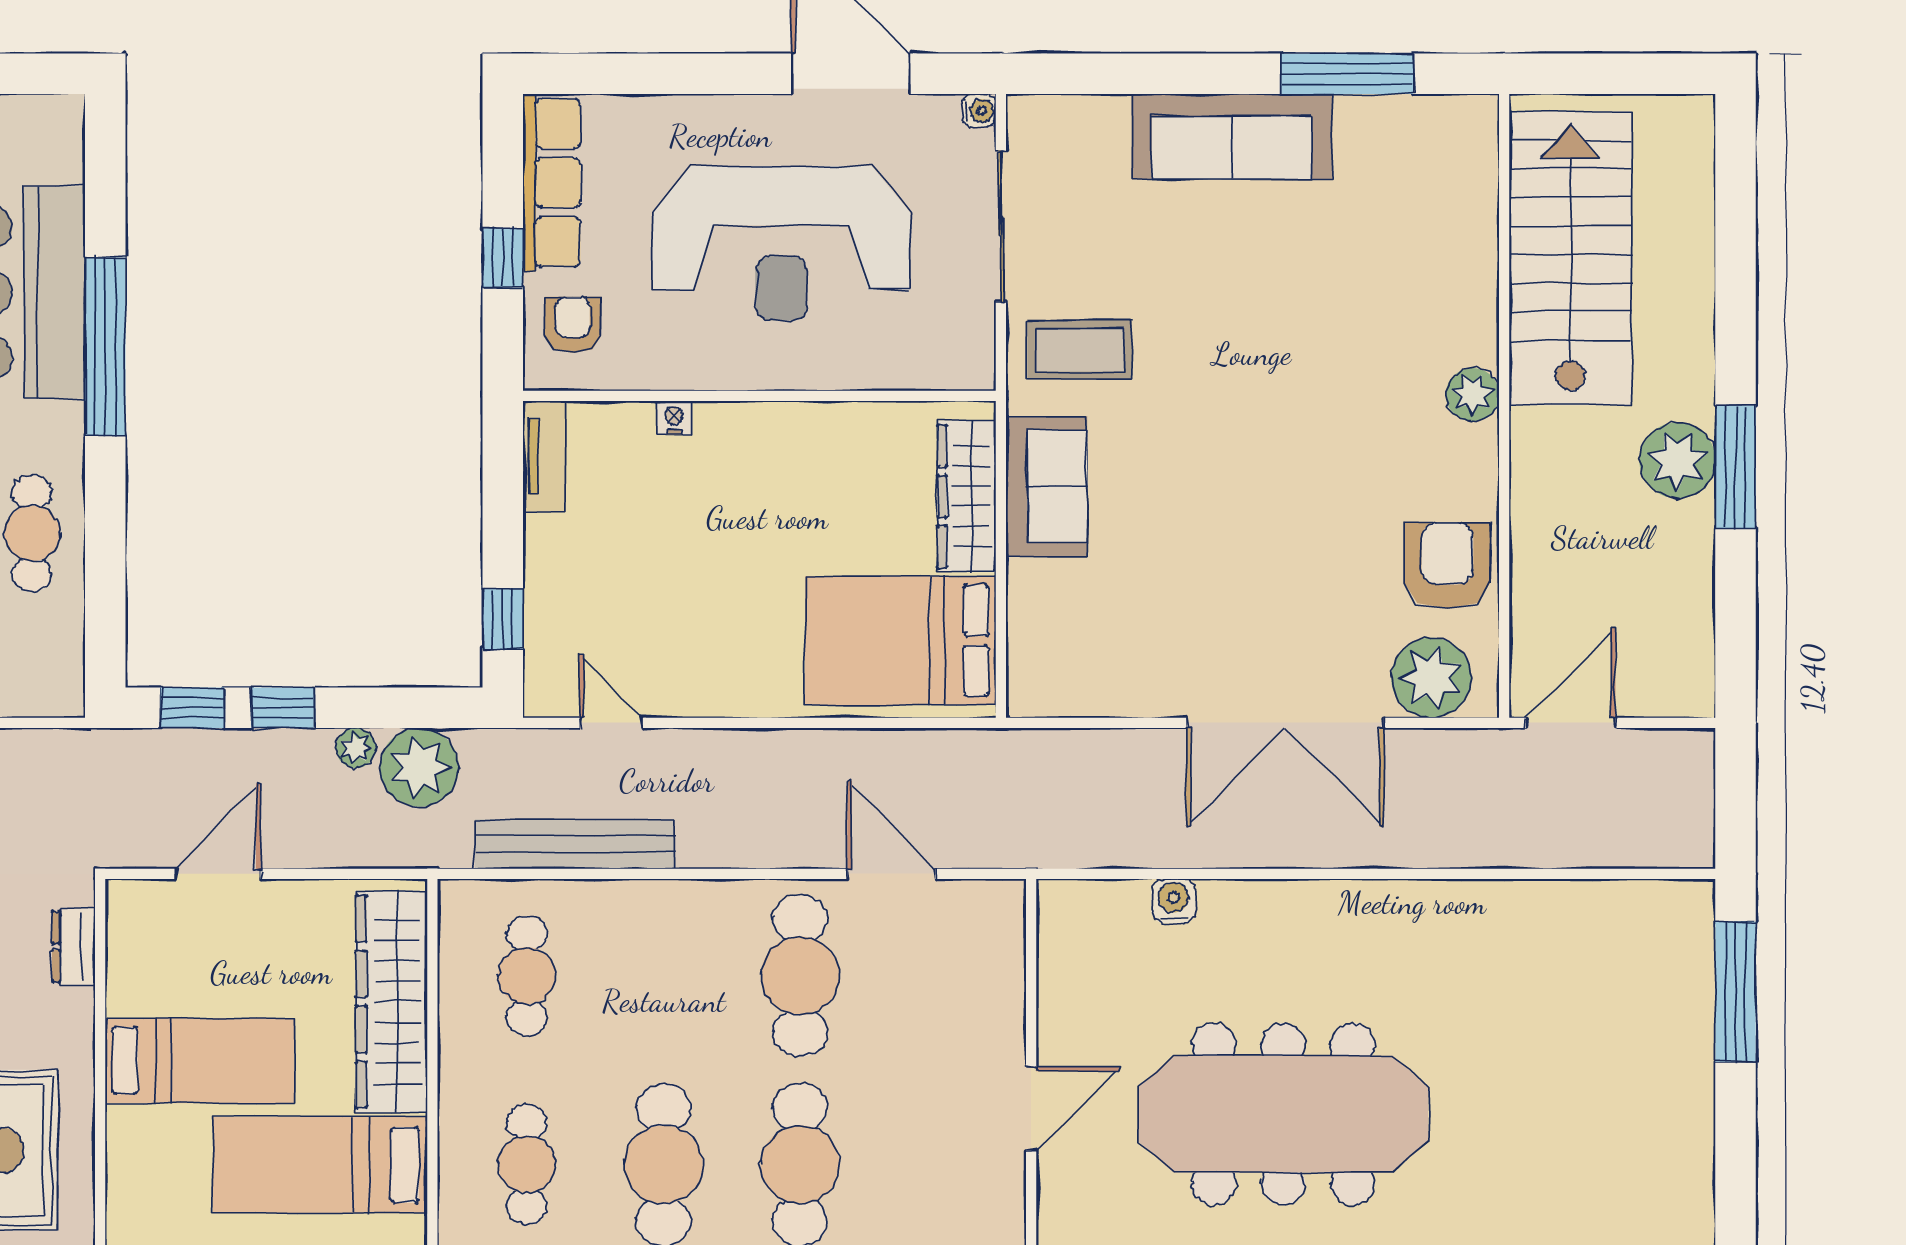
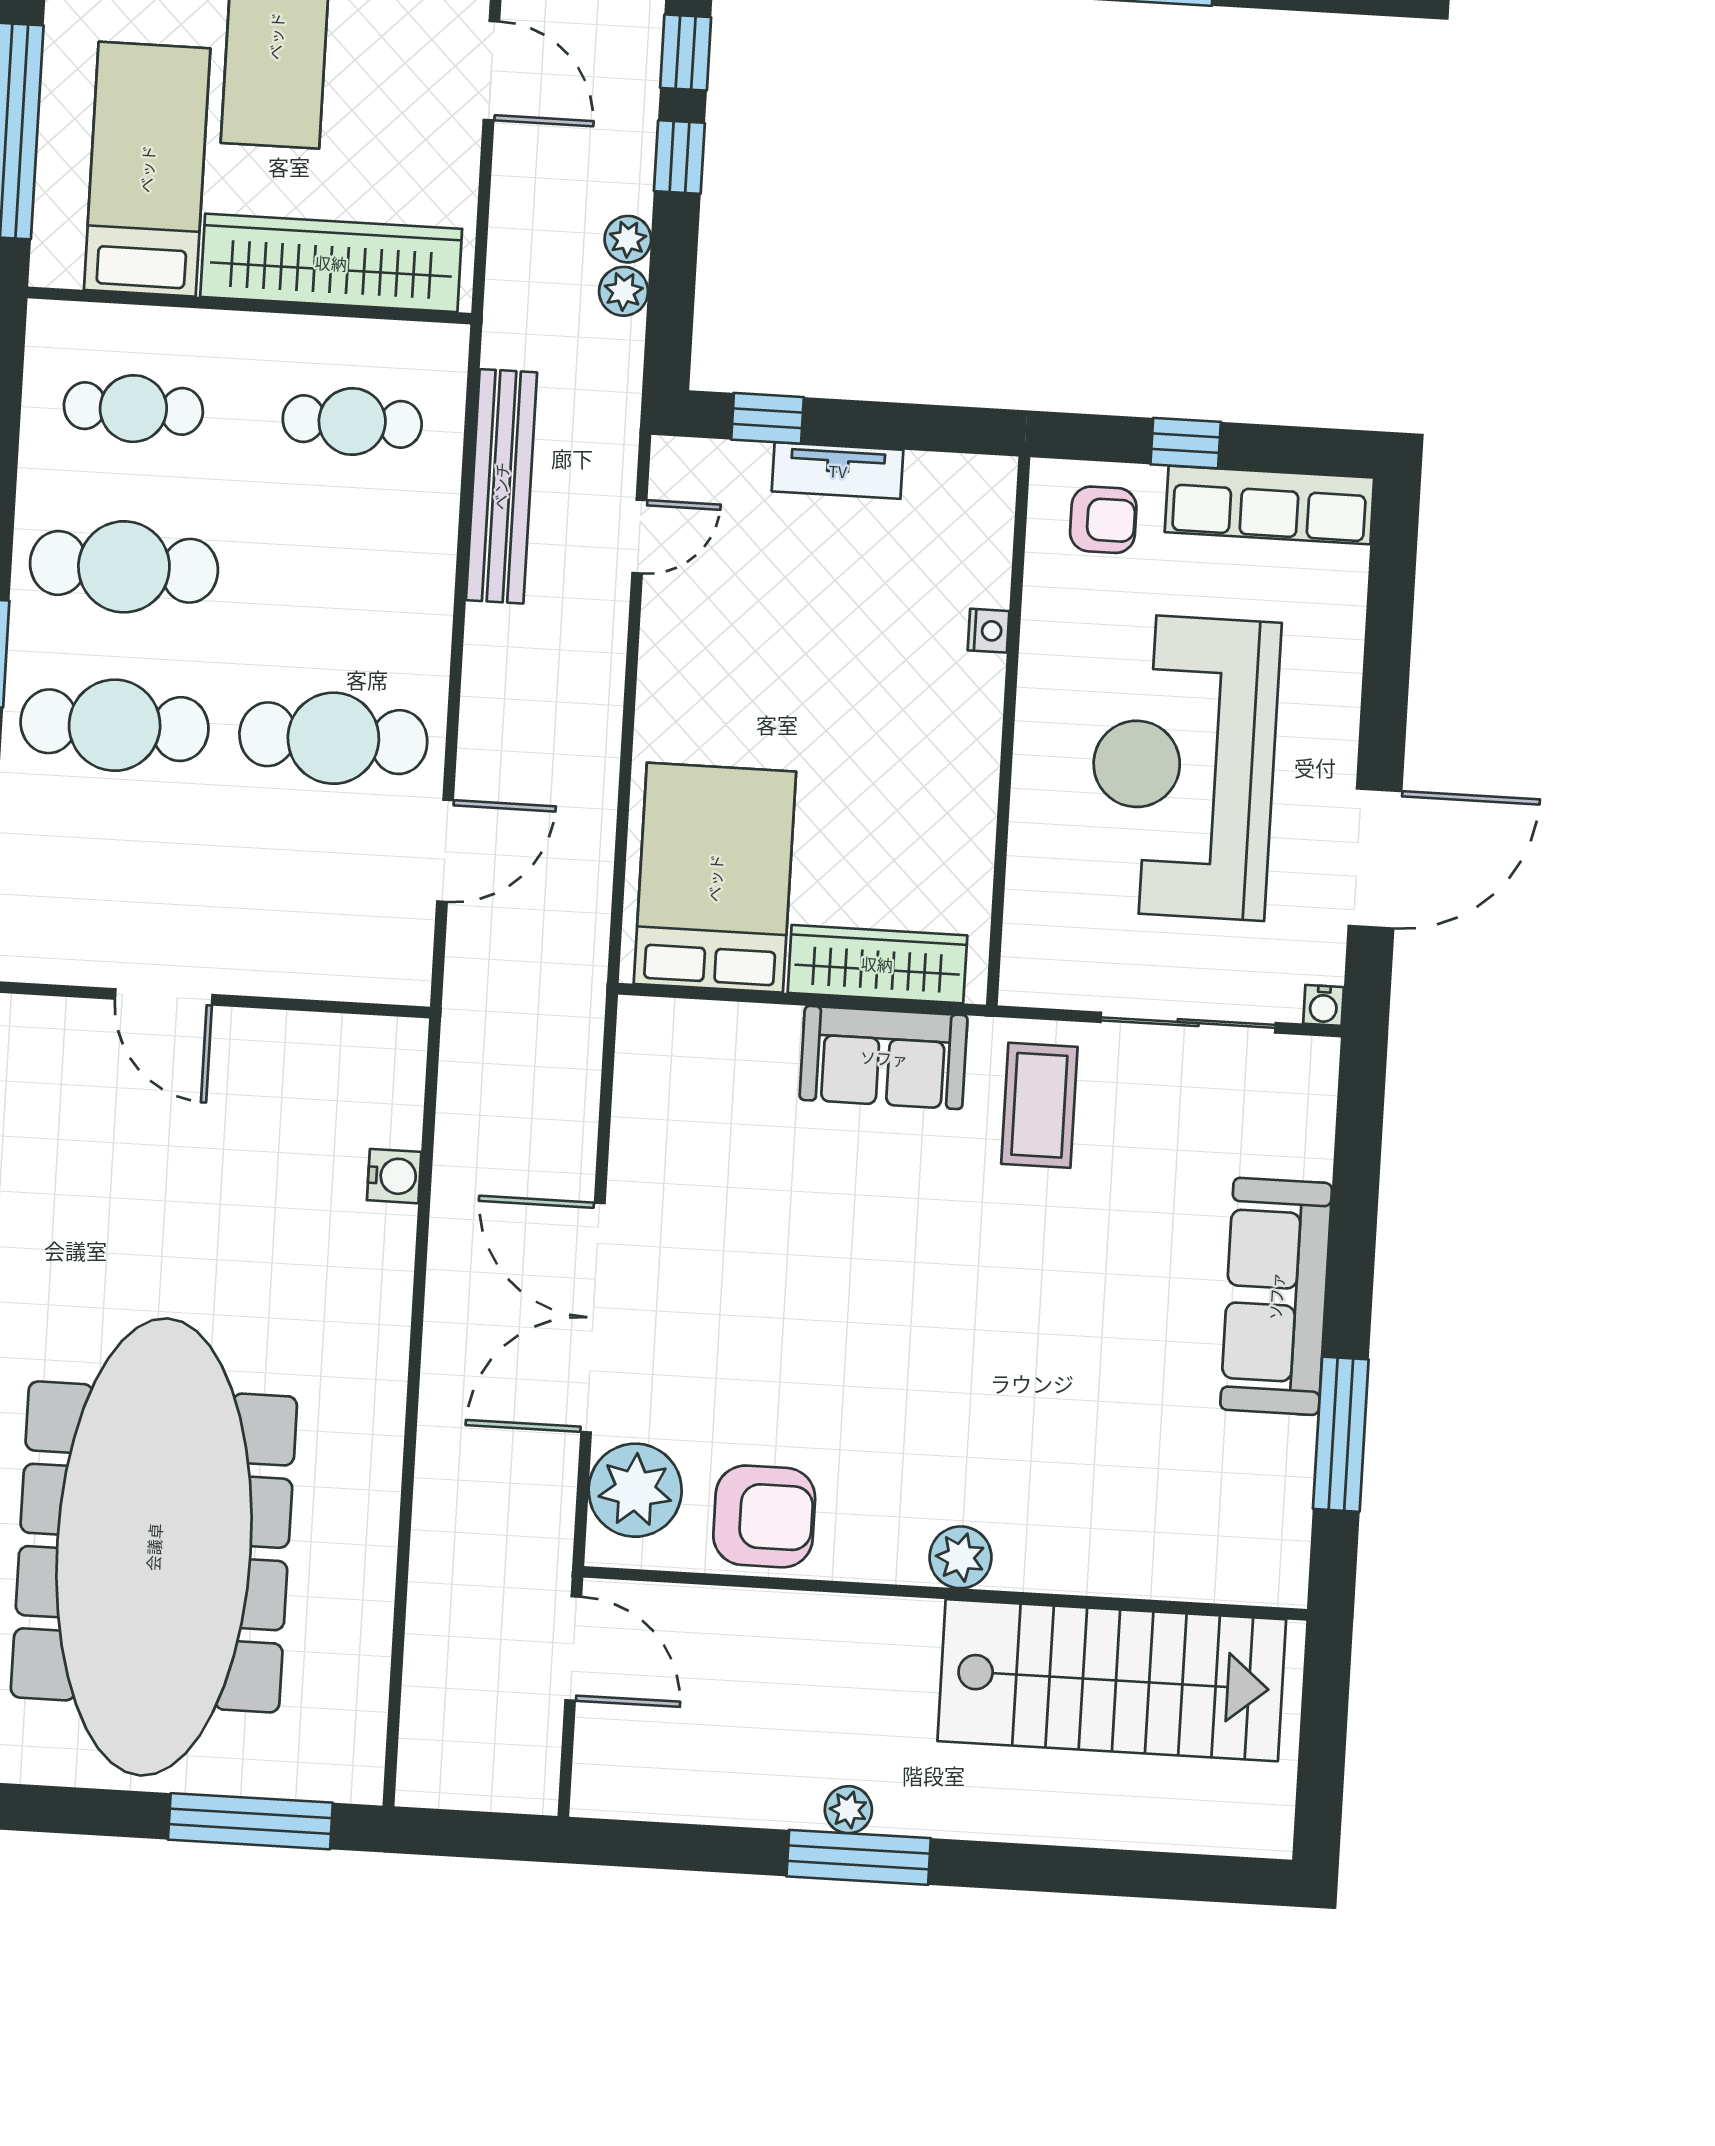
tv unit: (544, 456) -> (838, 471), moved
plant: (1677, 460) -> (848, 1810), width x0.53, depth x0.53
plant: (419, 767) -> (624, 291), width x0.53, depth x0.53
meeting table: (1283, 1114) -> (154, 1547), moved, width x1.36, depth x1.27

